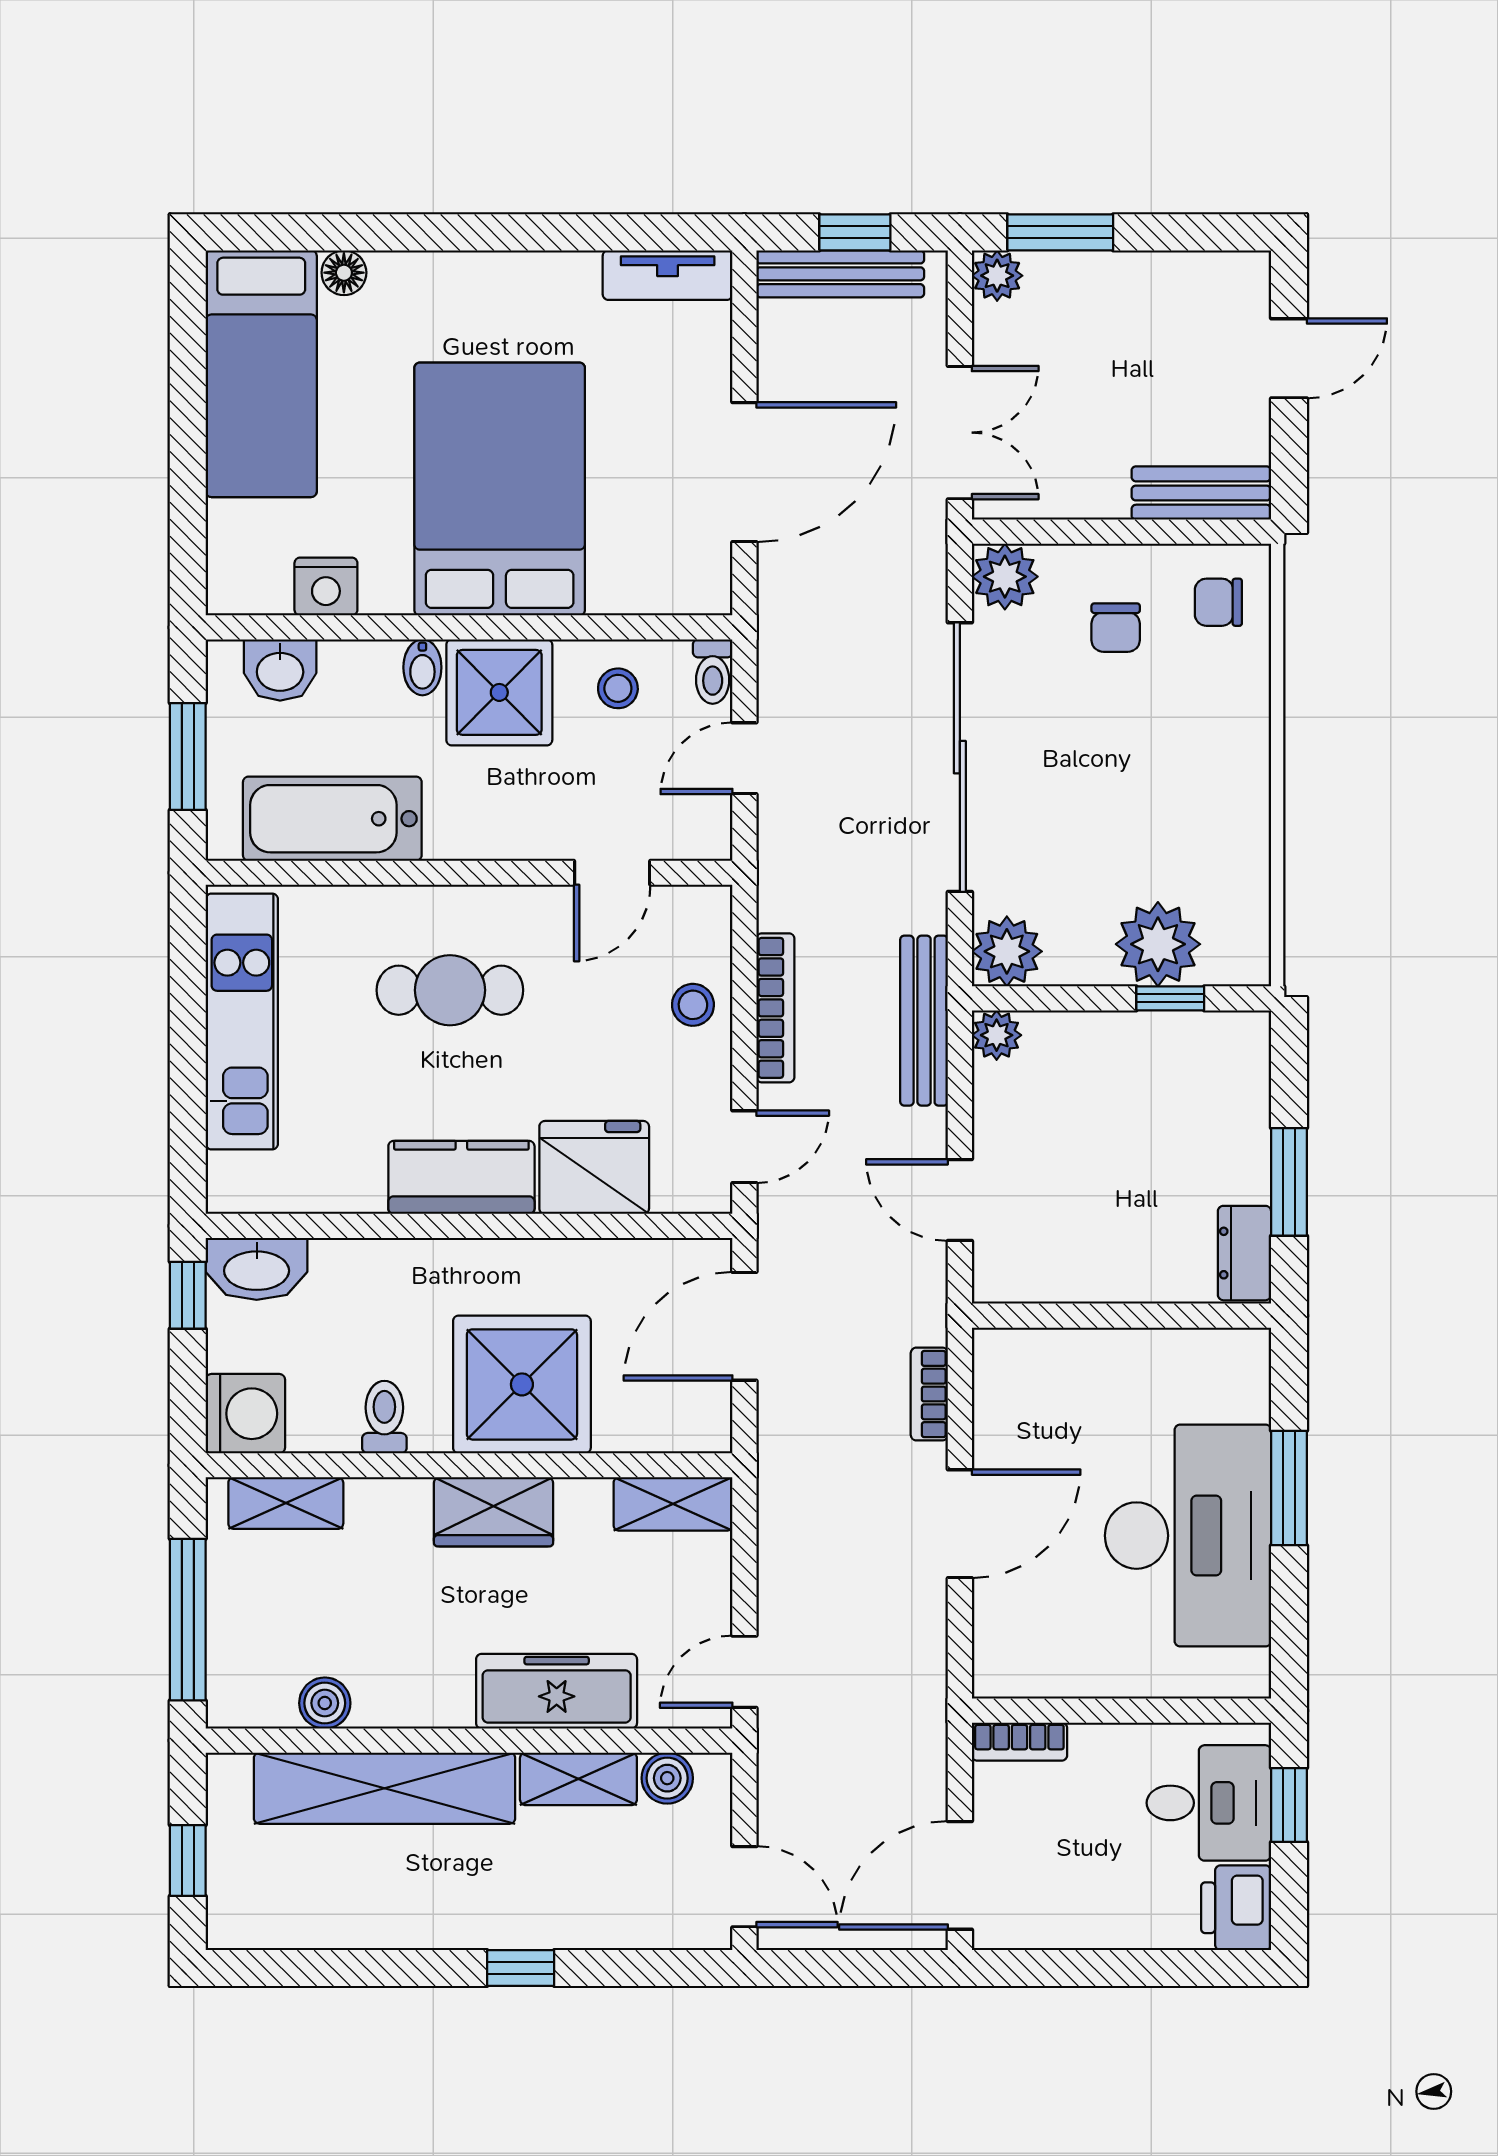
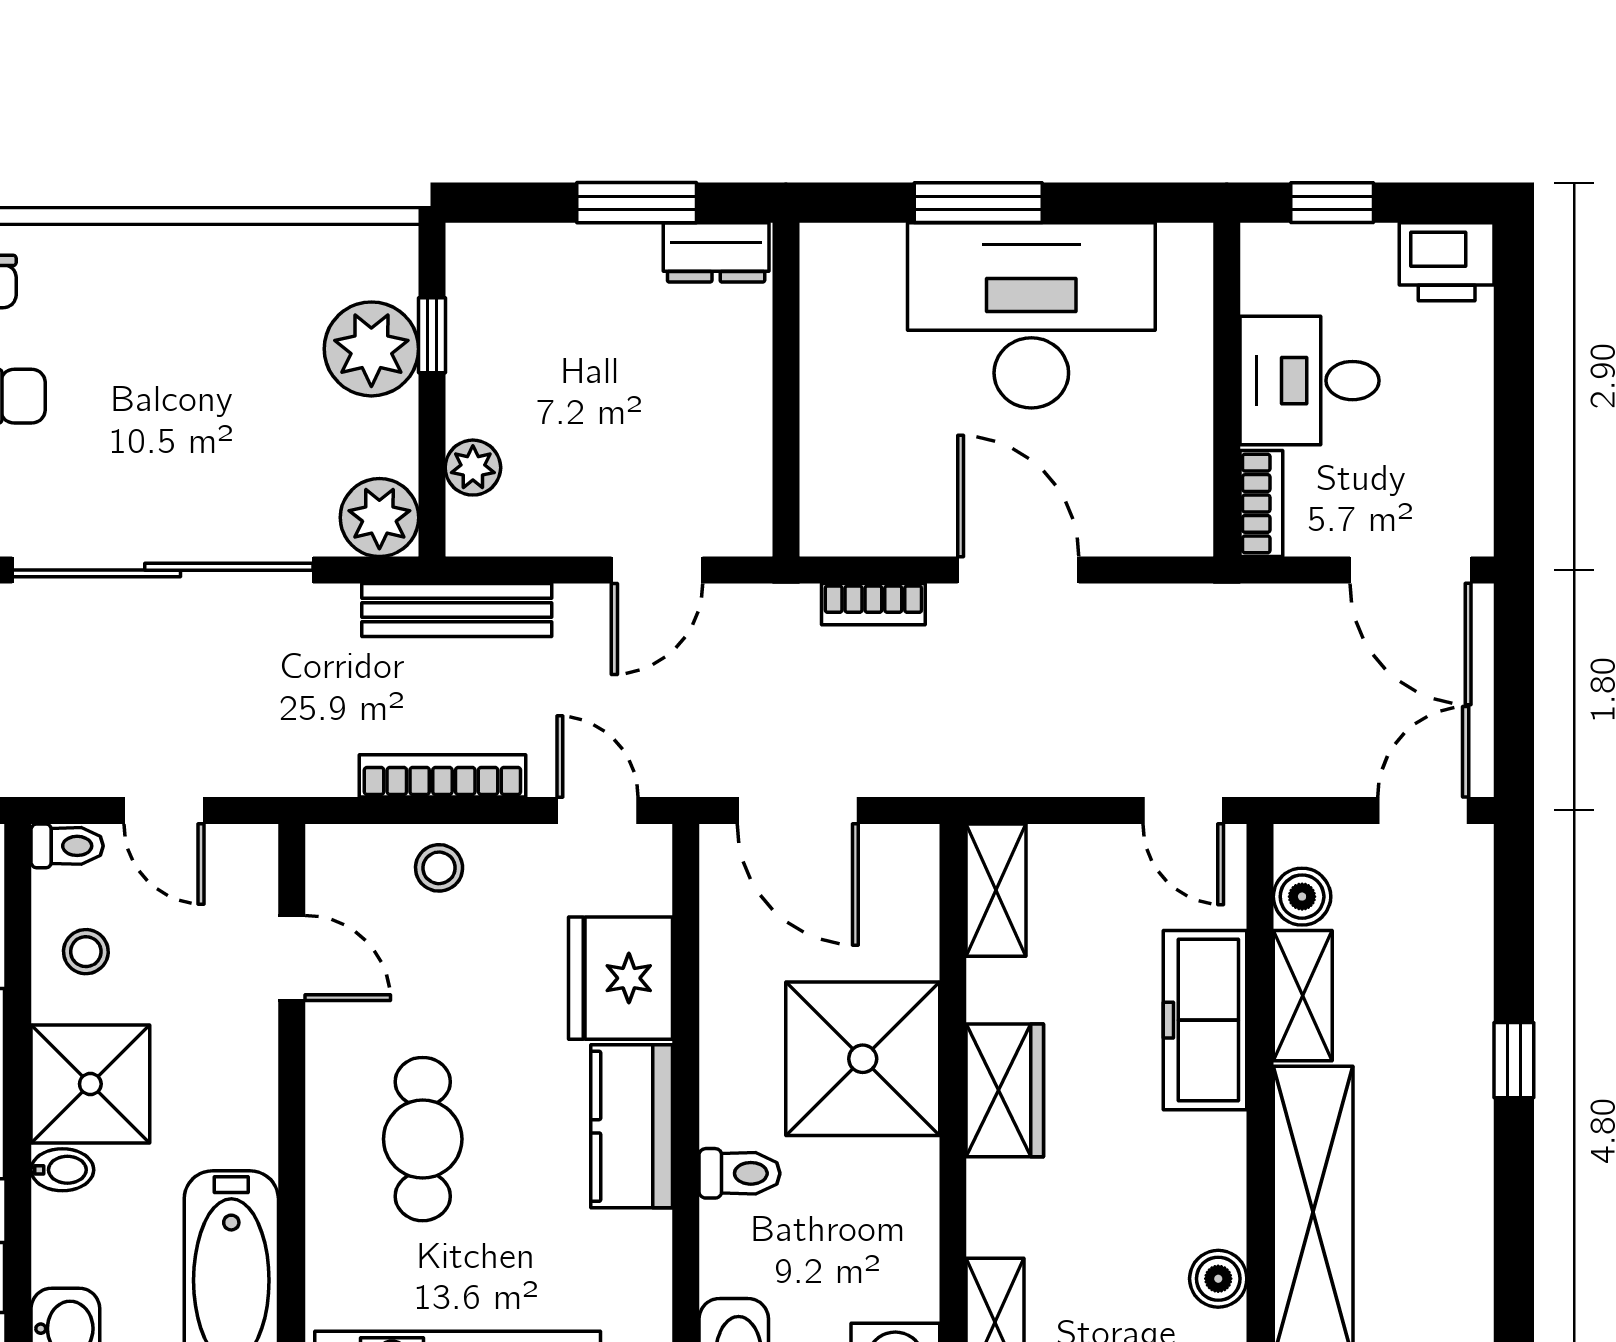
plant: (997, 1035) -> (473, 468), moved
toilet: (384, 1417) -> (740, 1173), moved, turned 180
desk: (1209, 1803) -> (1309, 381), moved, turned -90

